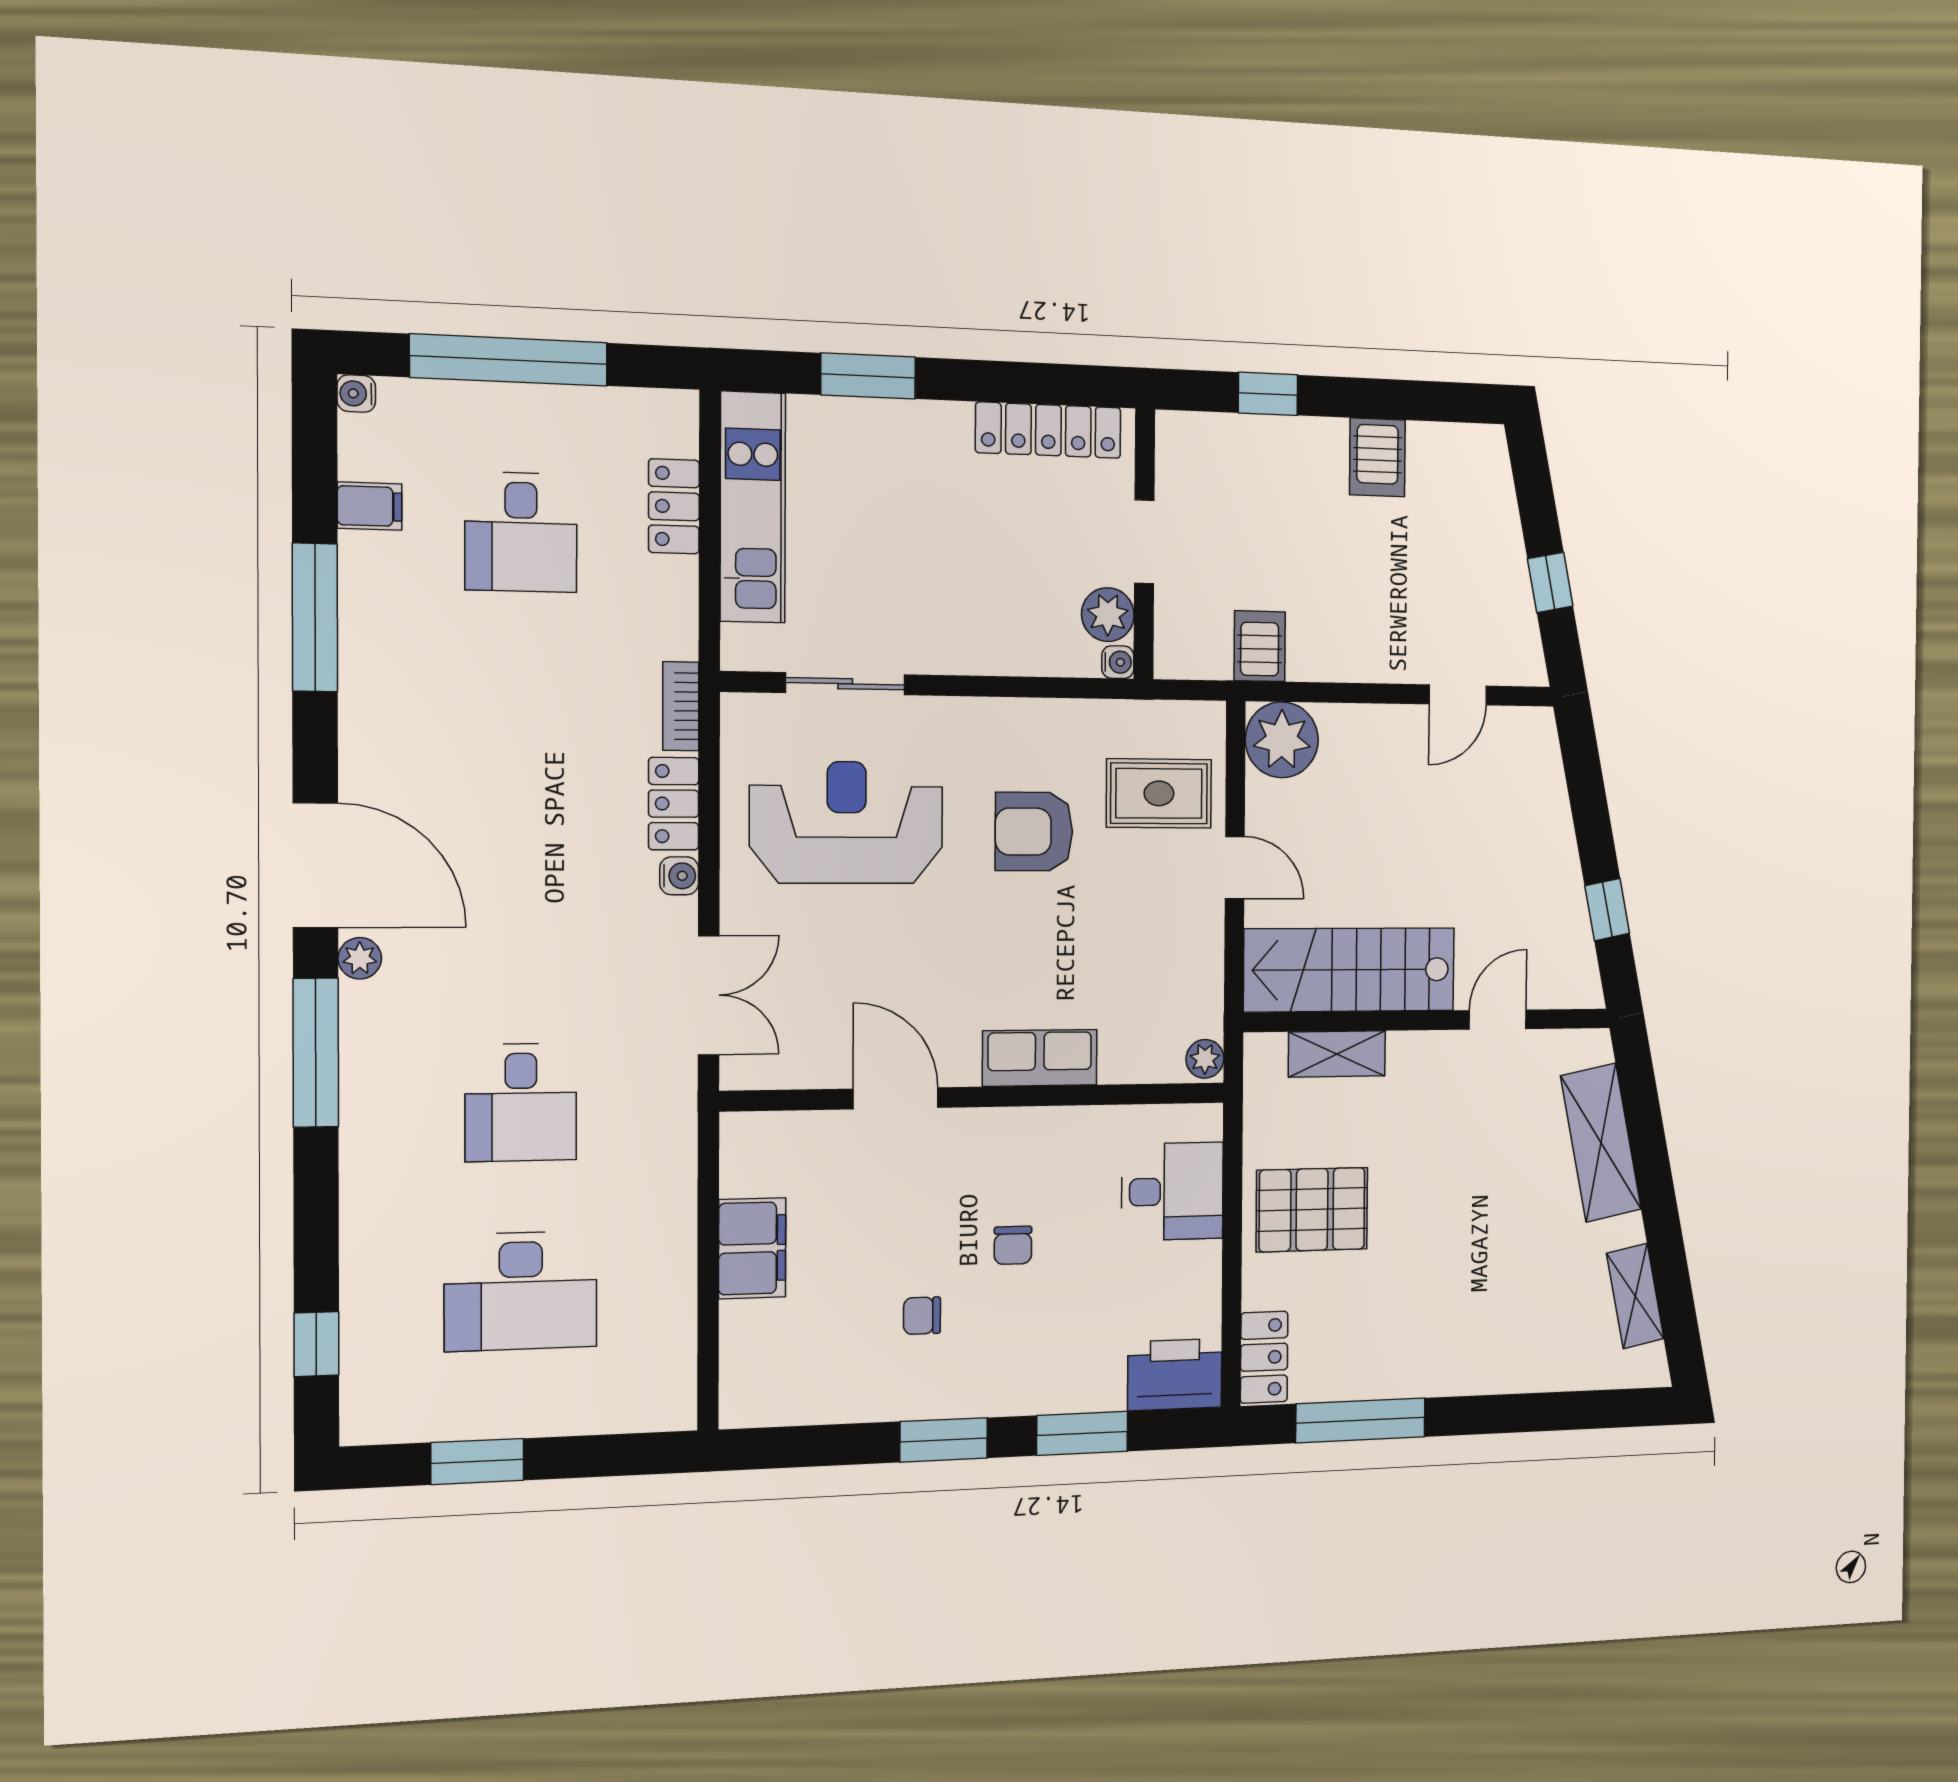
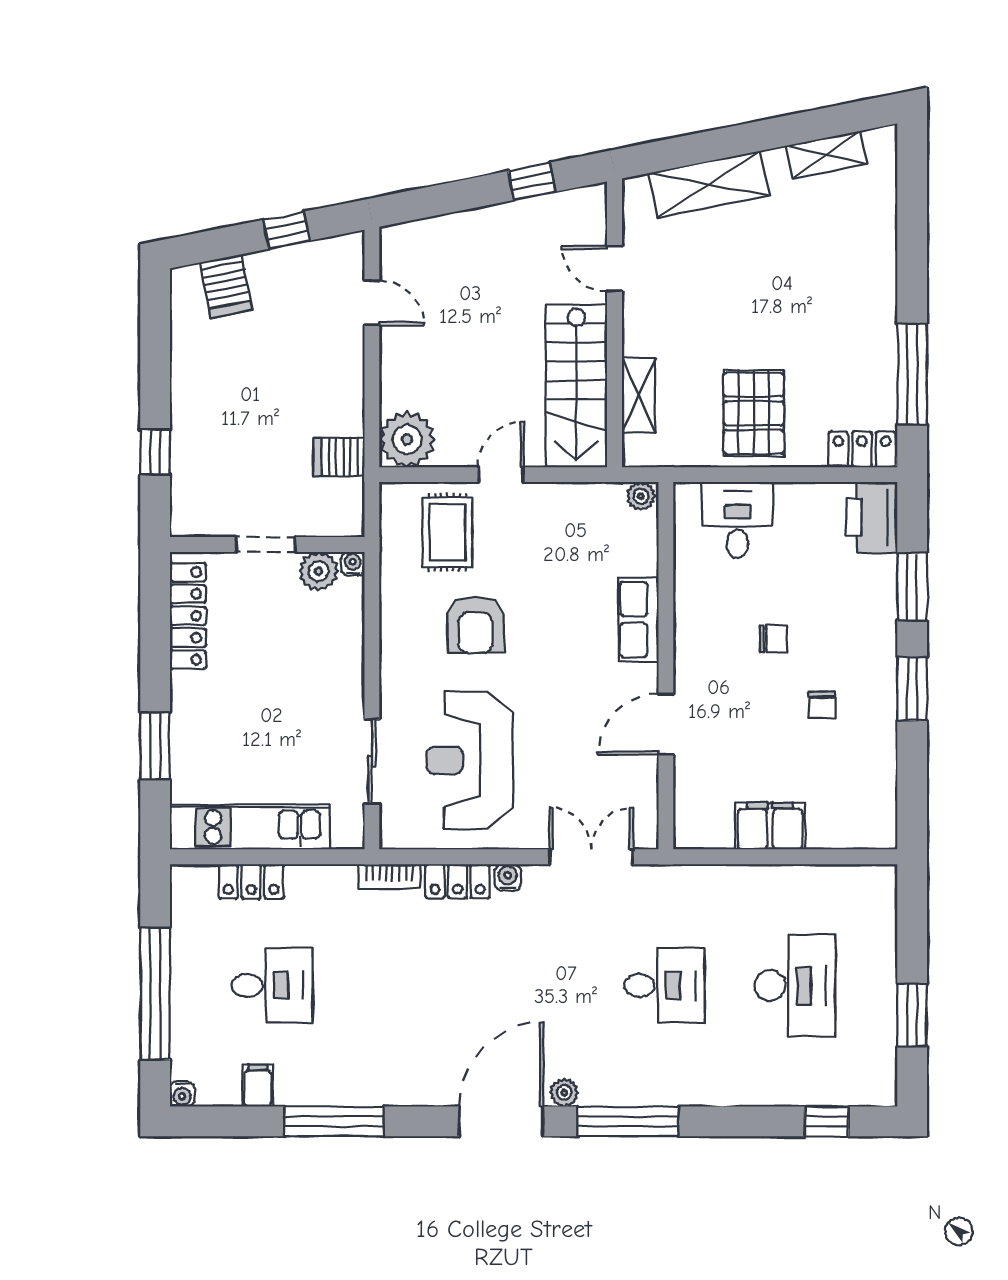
server rack: (1377, 457) -> (226, 286), moved, turned 79

